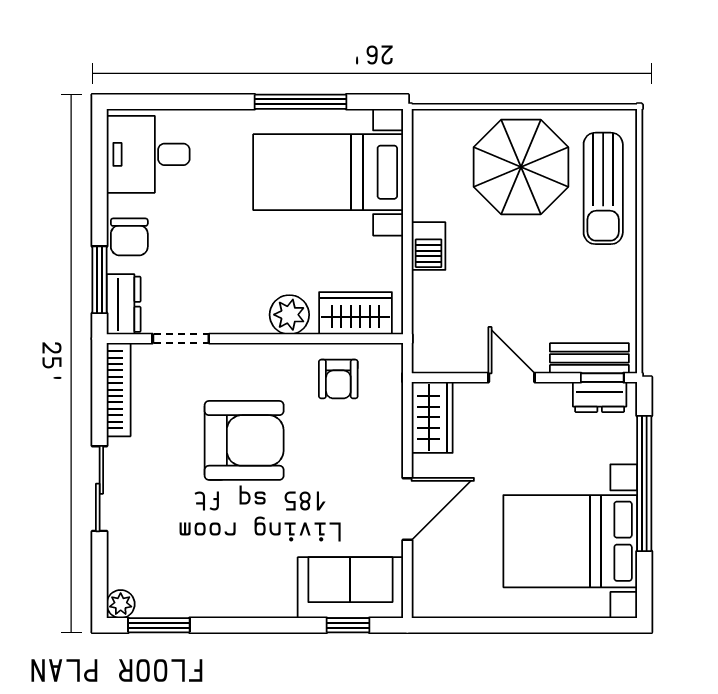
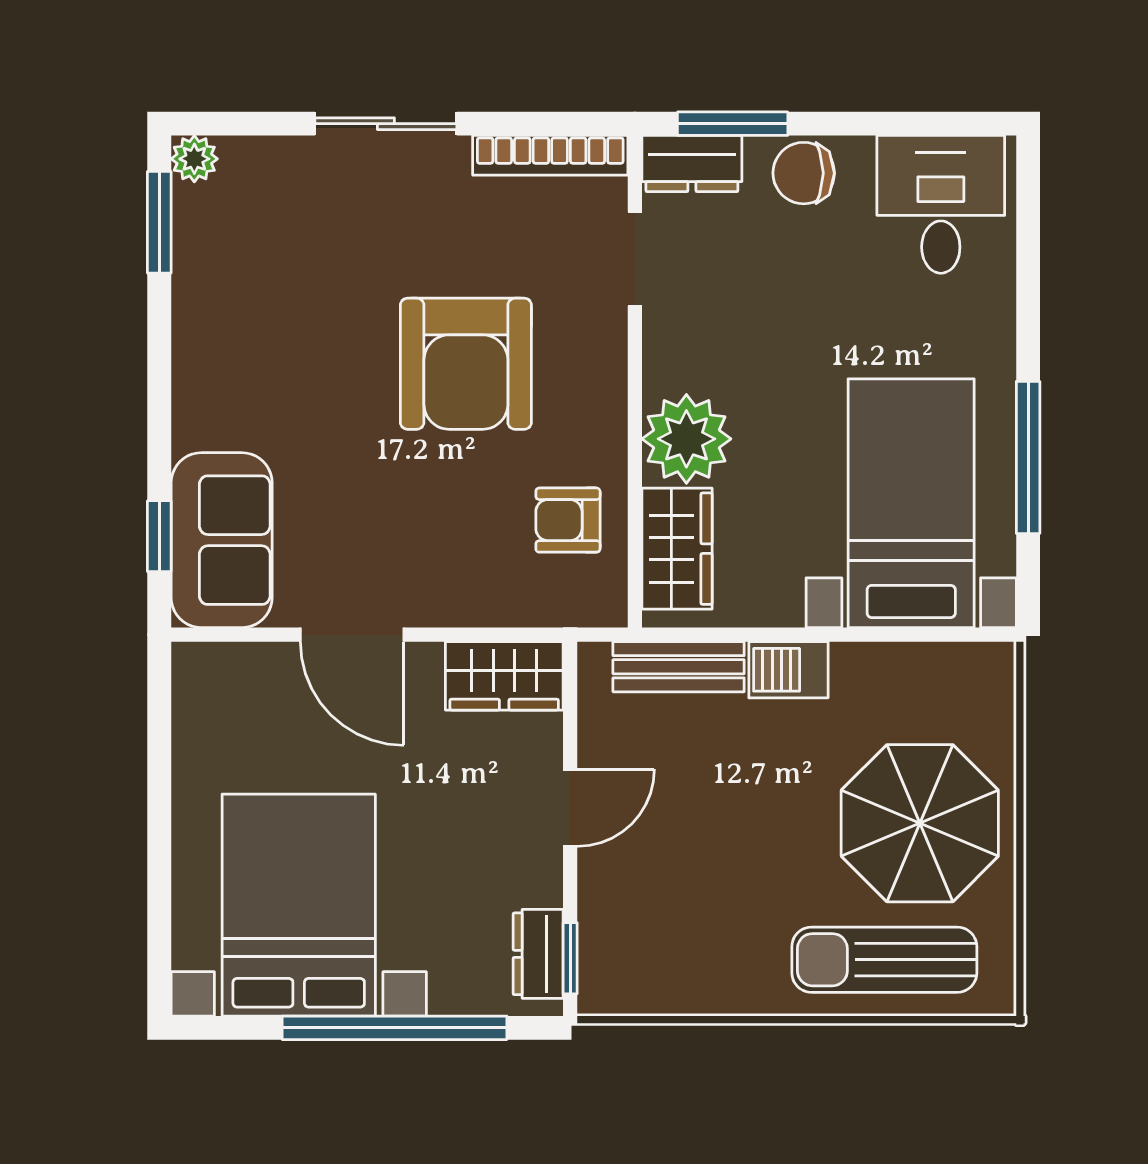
plant: (289, 315) -> (686, 439), width x1.36, depth x1.36
bench: (589, 358) -> (679, 667), moved, turned 90

